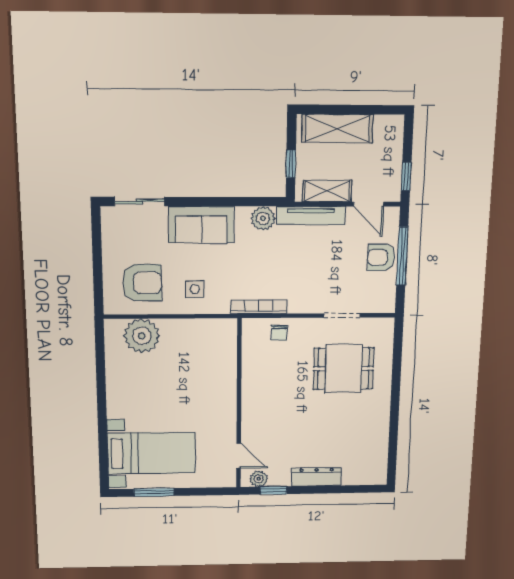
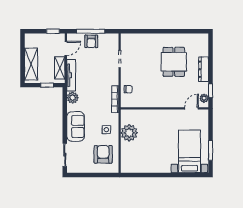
plant: (142, 336) -> (129, 133), moved
dining table: (343, 369) -> (174, 62), moved

